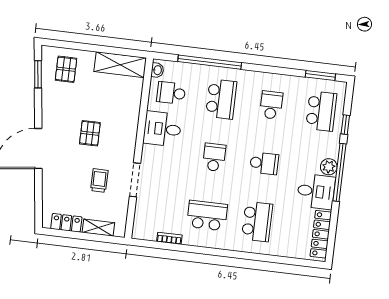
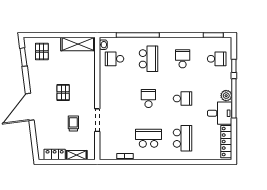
school desk: (321, 111) -> (217, 59), width x0.54
desk: (162, 129) -> (111, 84), removed

